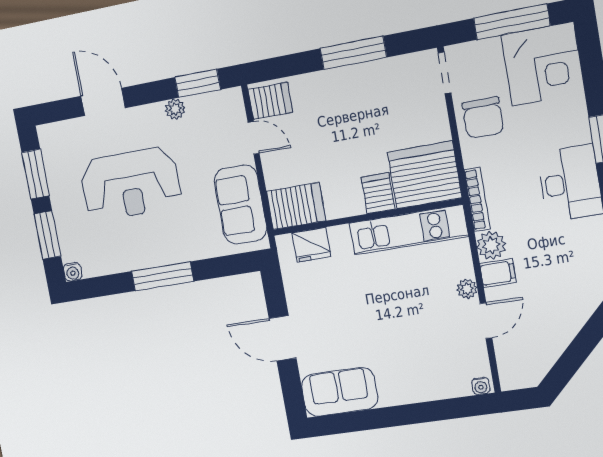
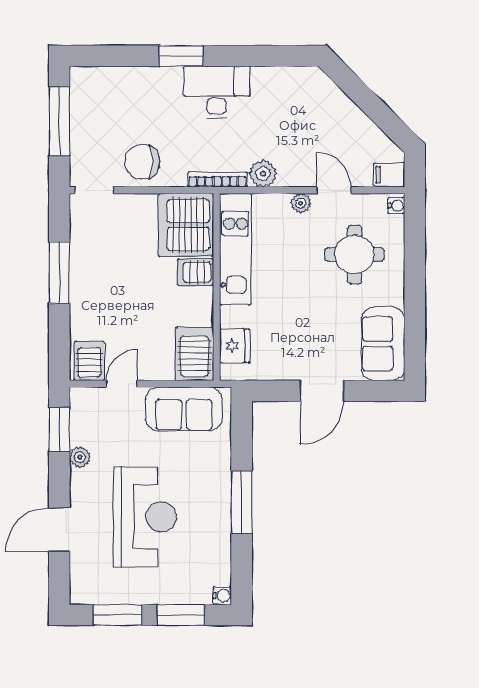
corner desk: (543, 64) -> (103, 100), removed
chair: (483, 118) -> (142, 162), turned 180
filing cabinet: (498, 273) -> (389, 175), moved, turned -90
round table: (423, 351) -> (354, 255), added

